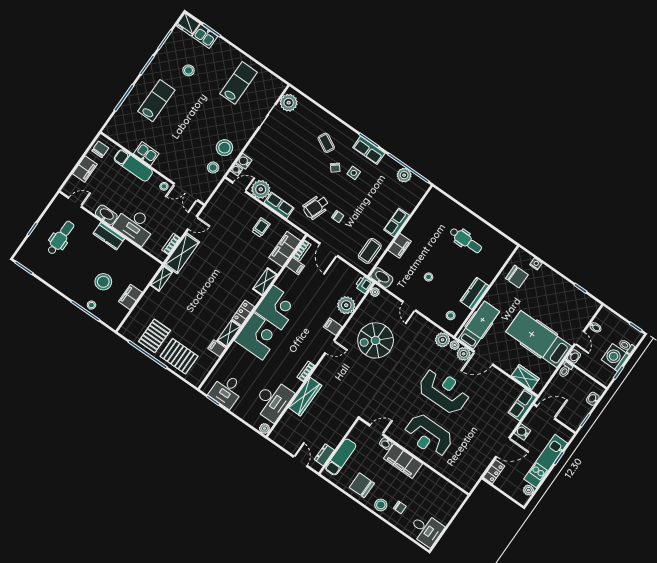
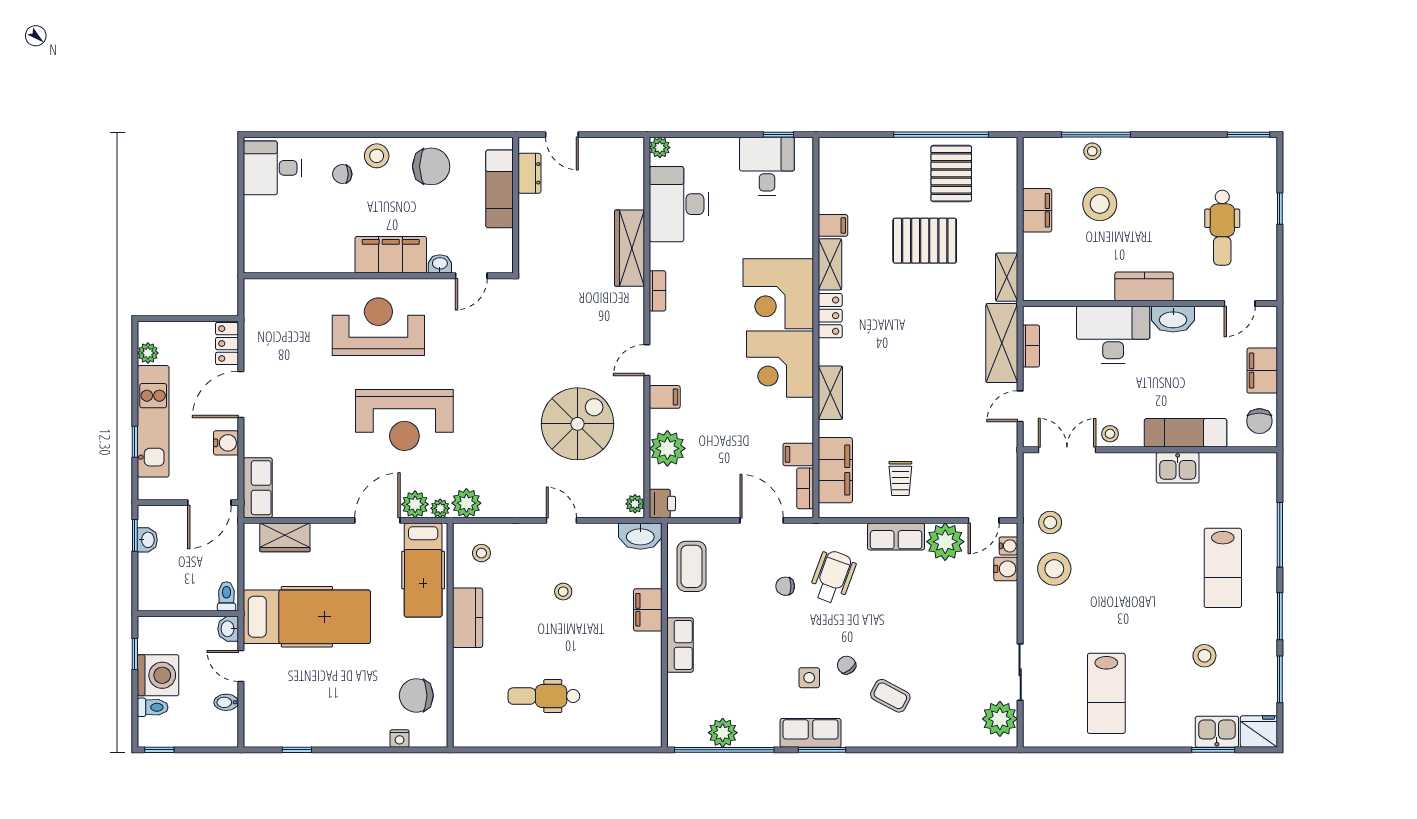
pallet: (179, 356) -> (925, 241), moved
washbasin: (593, 399) -> (147, 540), moved

